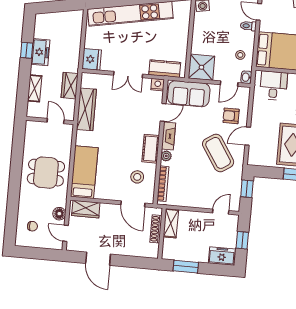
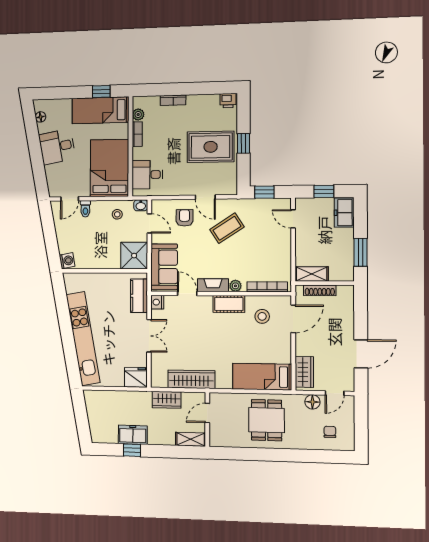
shelving: (35, 88) -> (191, 439), moved
armchair: (231, 116) -> (184, 218), turned 180
coffee table: (218, 153) -> (227, 228), width x0.73, depth x0.76

